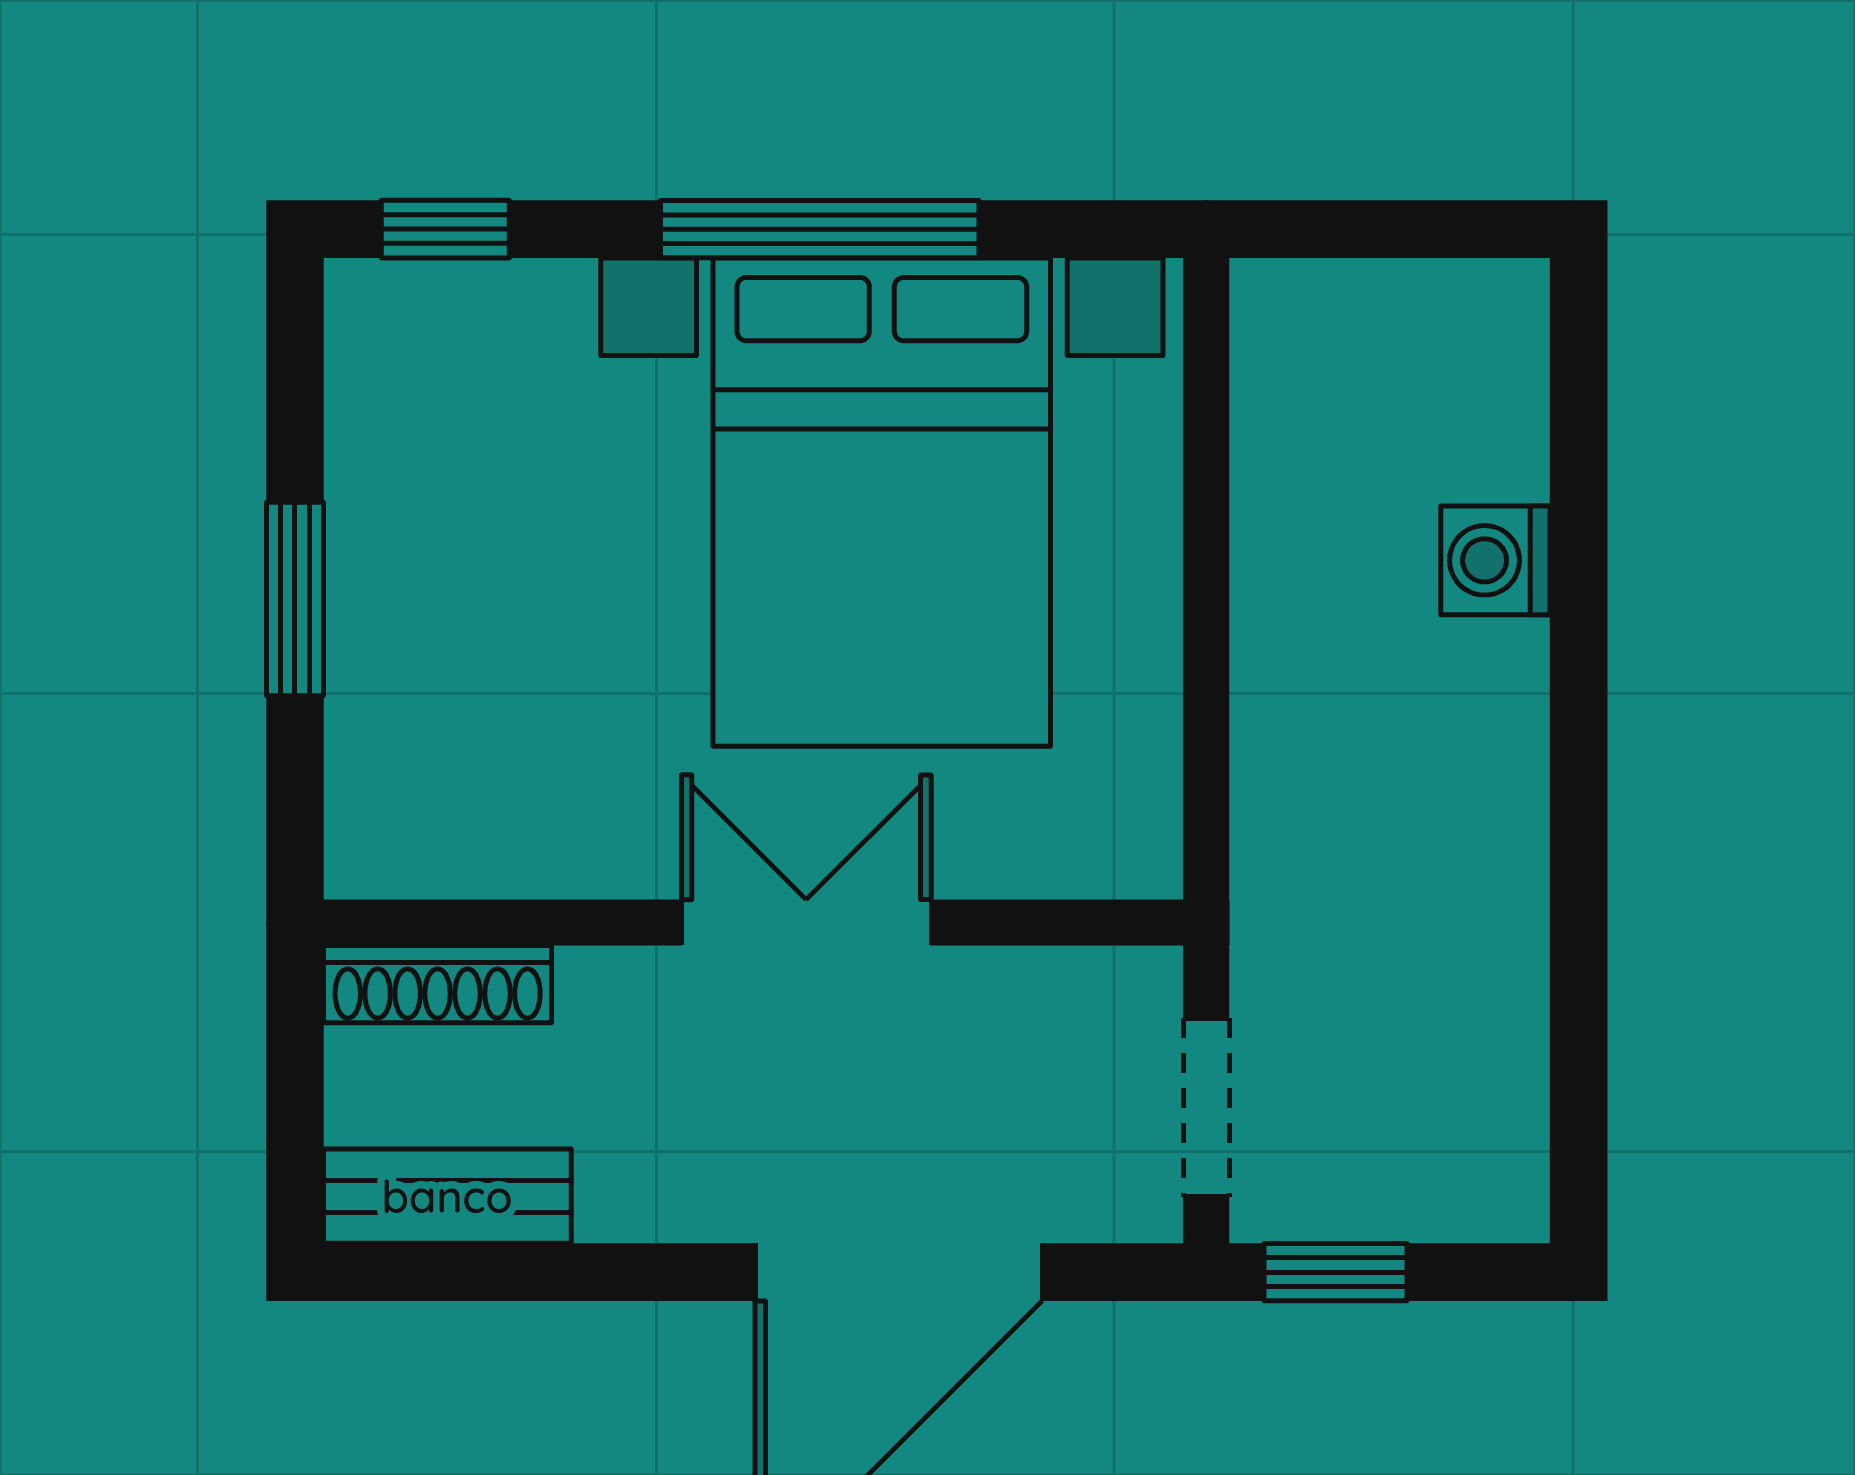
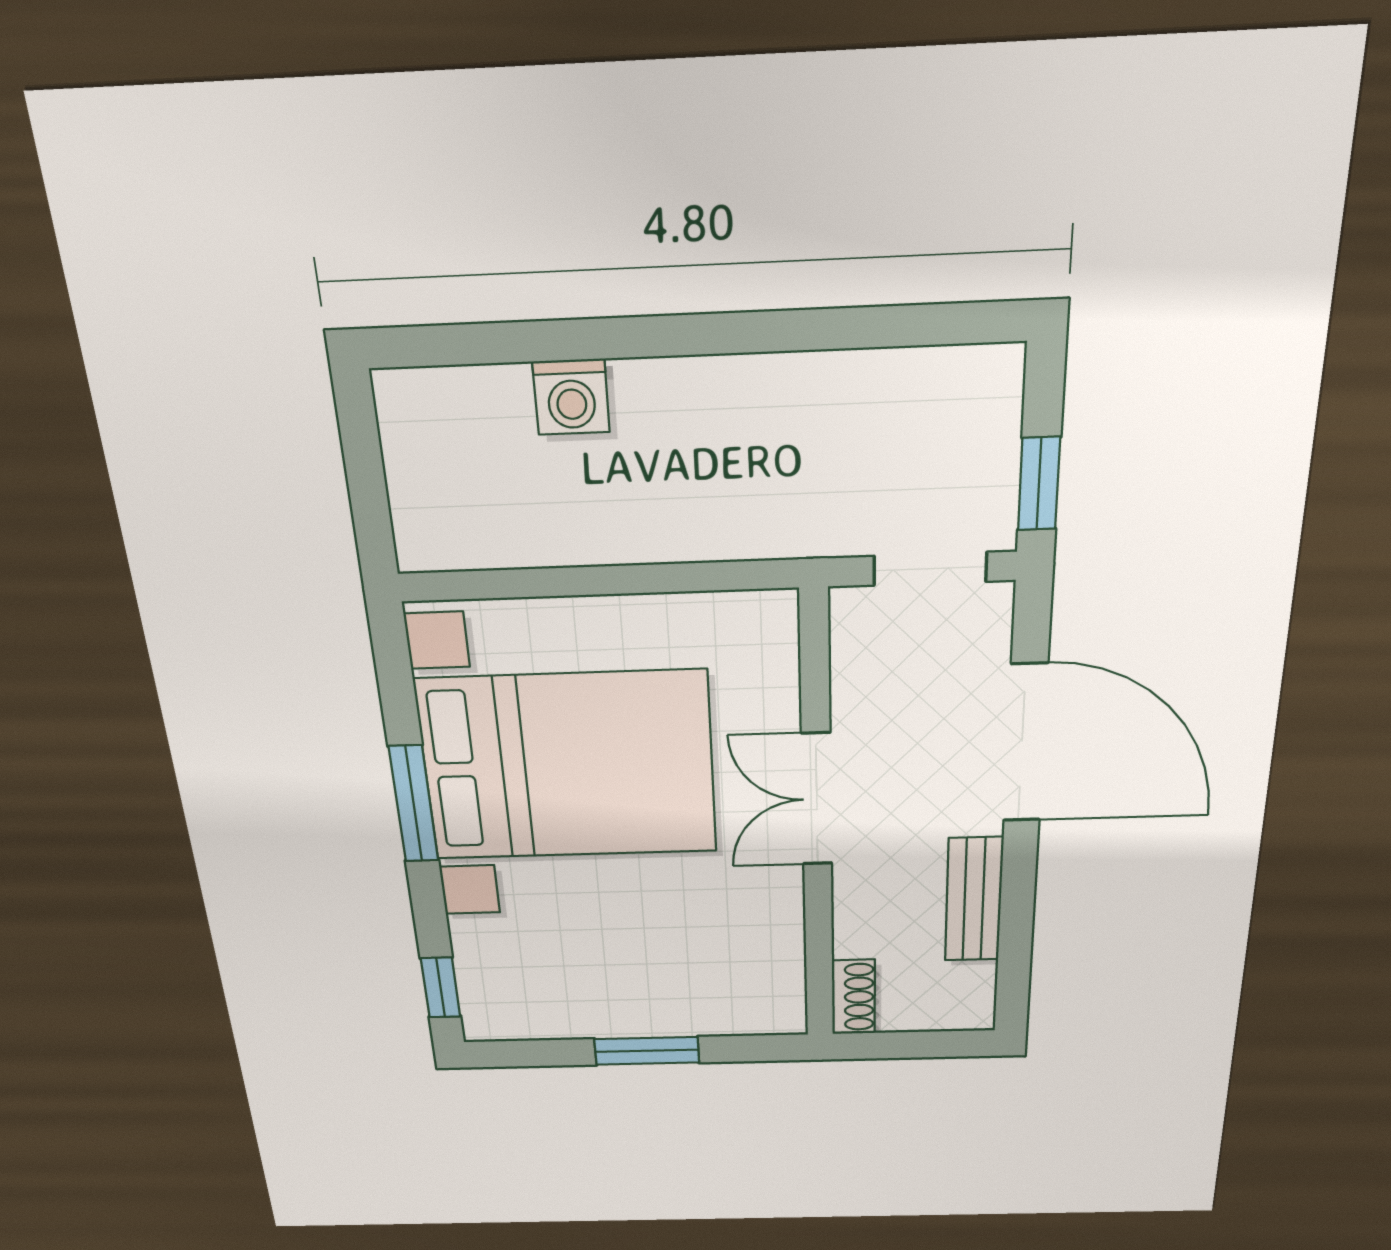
window: (820, 229) -> (414, 804), width x0.69
shoe rack: (438, 984) -> (853, 997), width x0.70
bench: (447, 1196) -> (974, 900), moved

